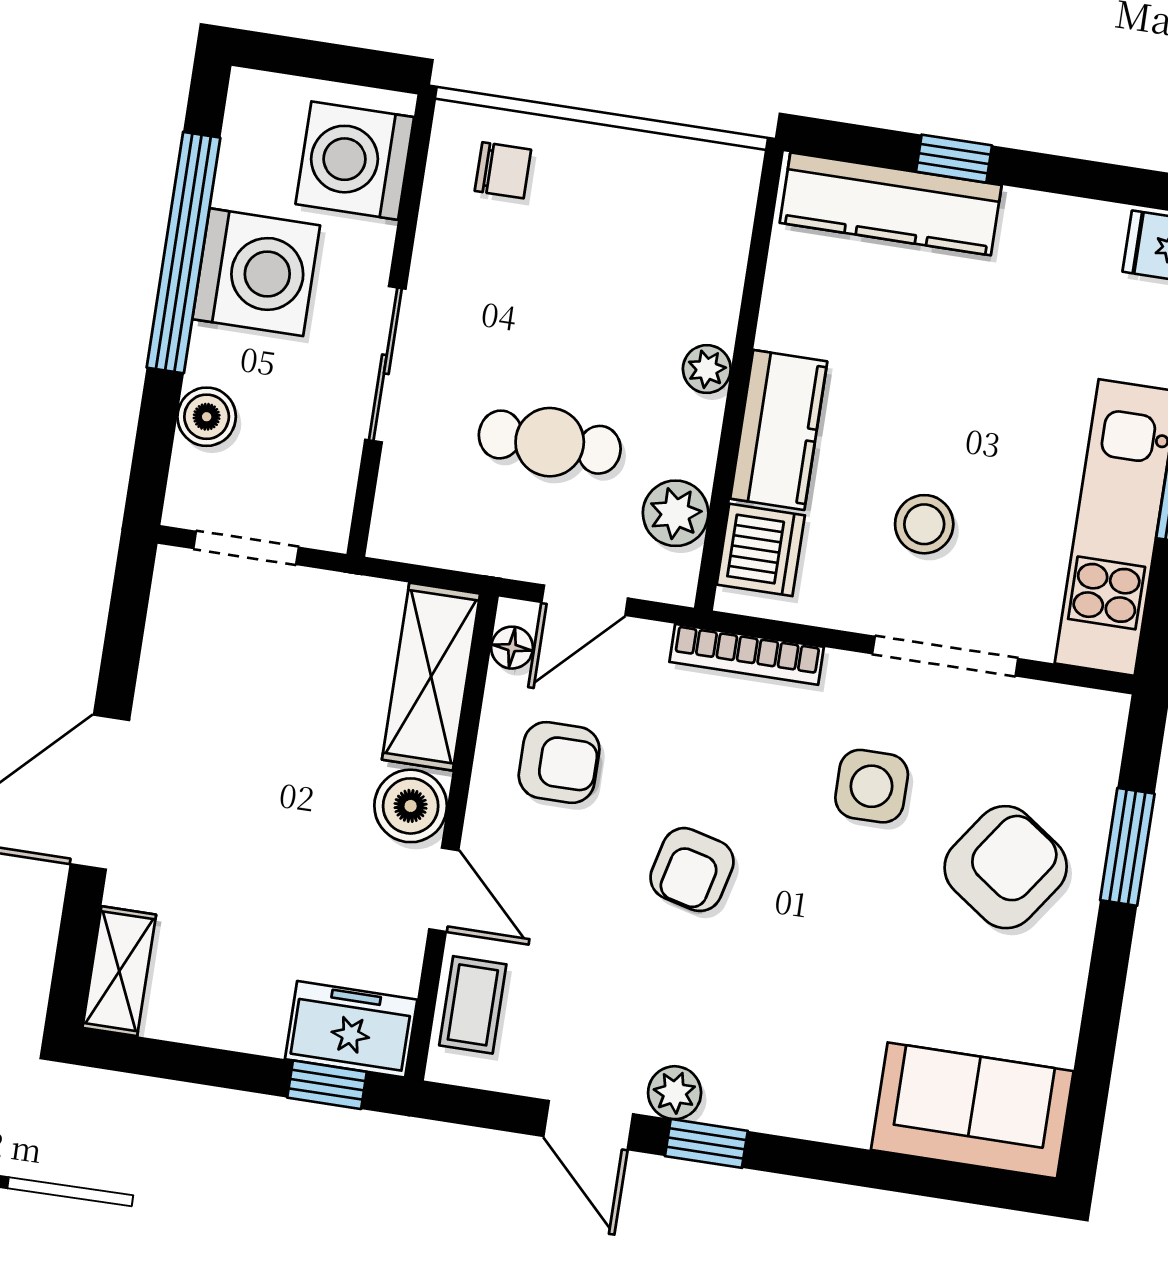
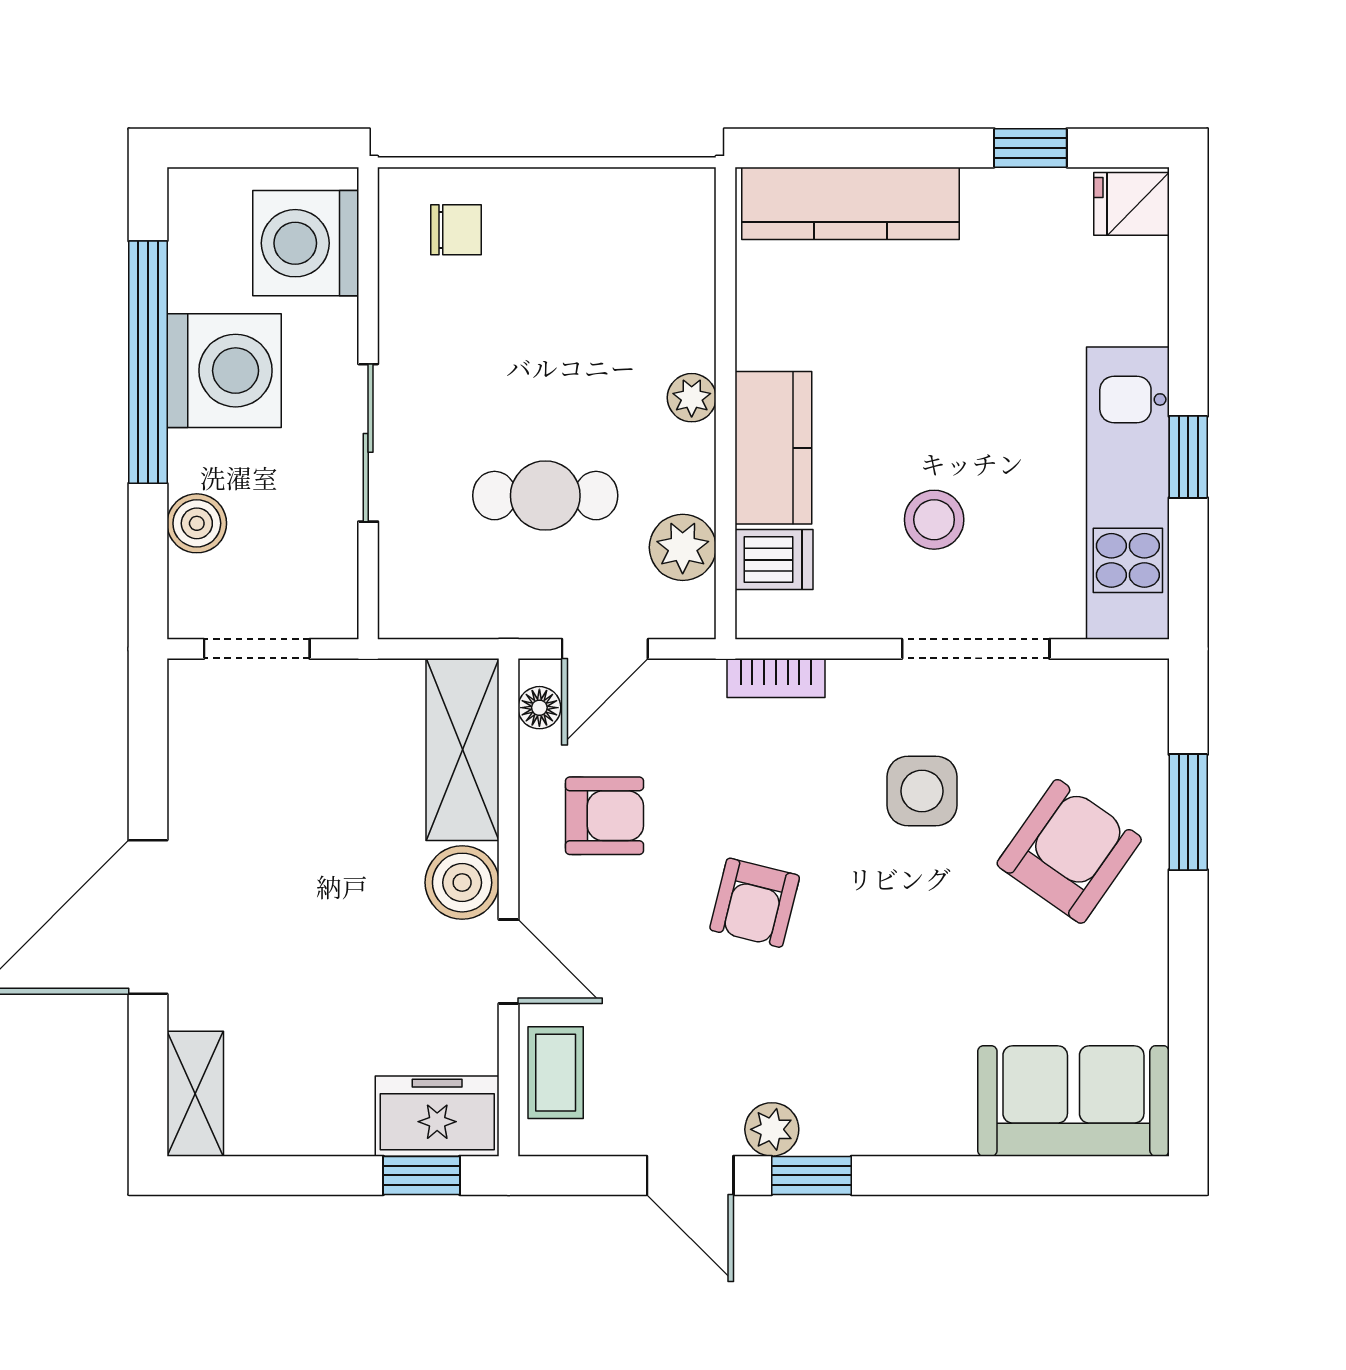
window: (954, 159) -> (1030, 148), moved
dishwasher: (761, 550) -> (774, 560), width x0.73
bookcase: (747, 654) -> (776, 678), width x0.64

